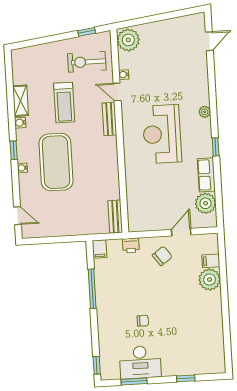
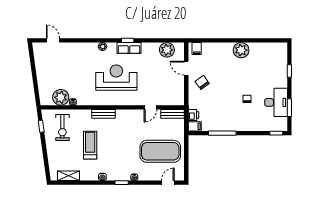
plant: (128, 40) -> (61, 97), moved
door: (117, 92) -> (150, 107), moved
shelving: (21, 101) -> (68, 176), moved
treadmill: (64, 103) -> (90, 145), turned -90
reception desk: (162, 134) -> (116, 78), turned 180
exercise mat: (56, 162) -> (160, 151), moved
row of seats: (206, 175) -> (129, 48), moved
printer: (131, 245) -> (193, 115), moved
filing cabinet: (211, 261) -> (197, 48), moved
plant: (210, 280) -> (241, 50), moved

